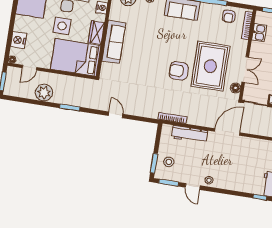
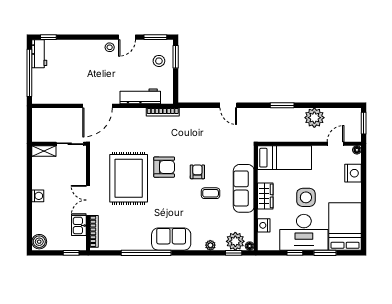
armchair: (229, 16) -> (197, 172), moved
coffee table: (143, 42) -> (211, 193), added
bed: (76, 57) -> (285, 158), width x0.67
double door: (245, 69) -> (88, 200), moved
floor lamp: (236, 88) -> (96, 158), removed
door: (193, 186) -> (127, 37), swing flipped

